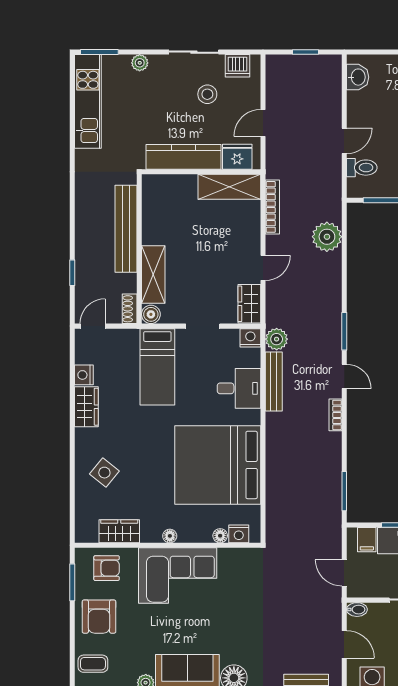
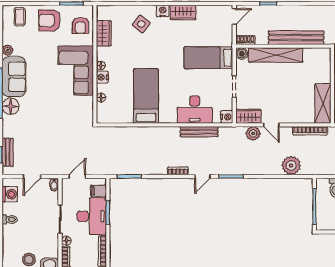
shelving: (153, 274) -> (276, 55), width x1.47
door: (93, 326) -> (234, 16), hinge flipped
plant: (277, 339) -> (253, 133), moved
nightstand: (84, 375) -> (163, 11), moved
desk: (239, 388) -> (195, 110), width x1.37
bed: (218, 465) -> (146, 96), width x0.49
nightstand: (239, 534) -> (102, 77), moved

